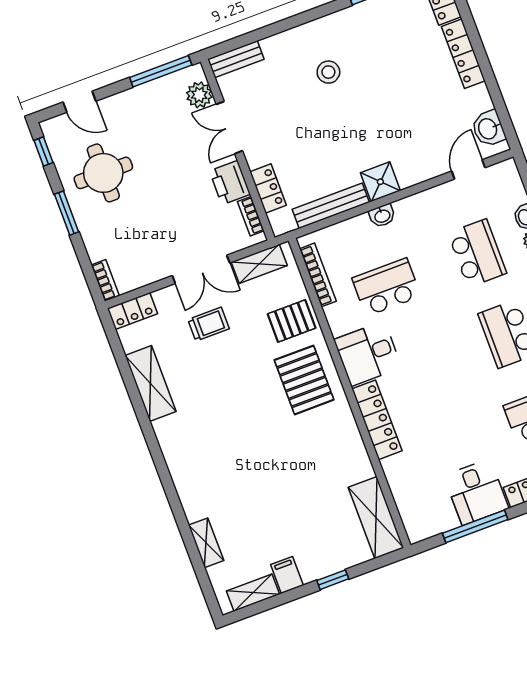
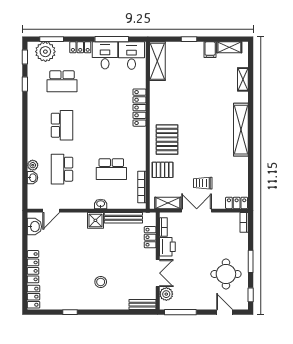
desk: (368, 354) -> (132, 56), moved, turned -90
shelving: (151, 383) -> (241, 130), moved, width x1.47

